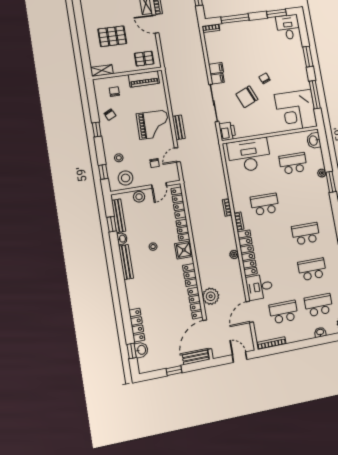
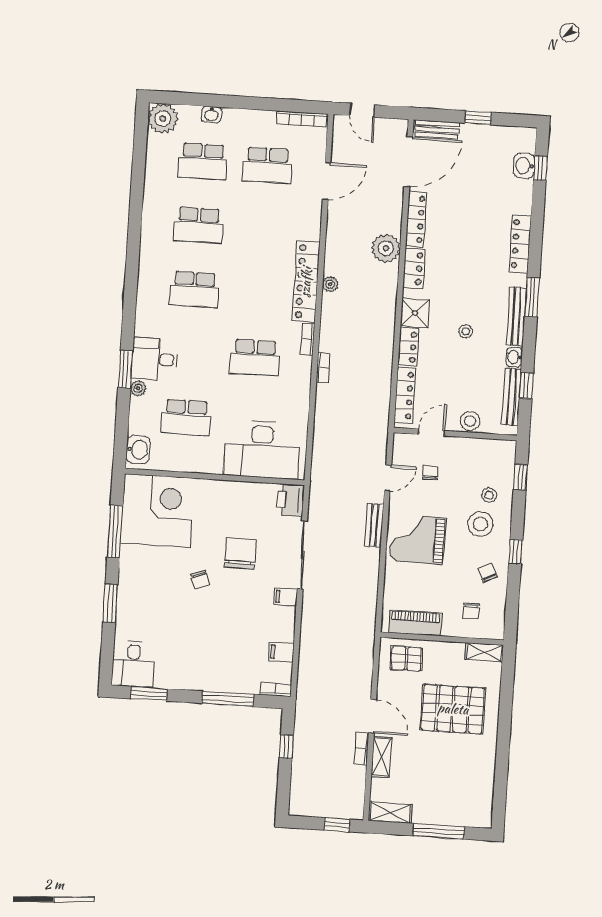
pallet: (112, 36) -> (453, 709), width x1.37, depth x1.41
filing cabinet: (216, 68) -> (281, 652), moved
chair: (247, 97) -> (240, 554), turned -66
stool: (126, 178) -> (480, 524), moved
window: (120, 275) -> (532, 297), added
desk: (259, 287) -> (155, 359), moved, turned 180
plant: (211, 296) -> (386, 248), moved
locker: (137, 325) -> (520, 244), moved

